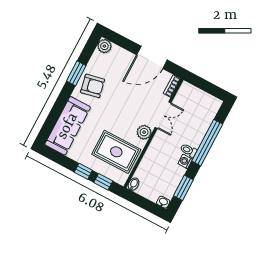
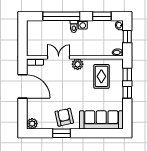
rug: (116, 152) -> (101, 76), width x0.73, depth x0.70
window: (146, 204) -> (127, 37), added

